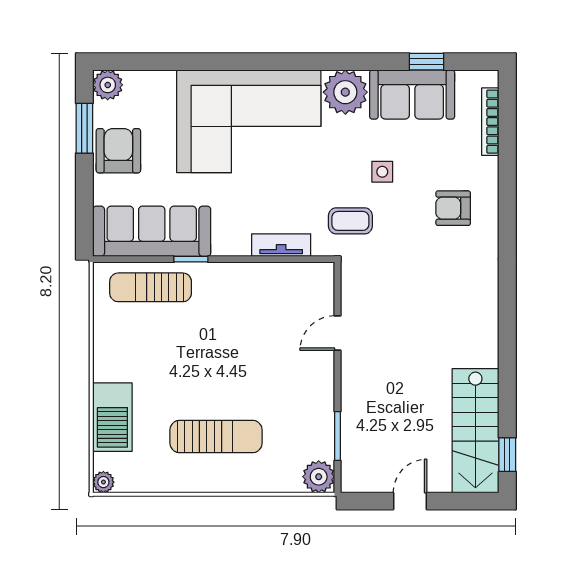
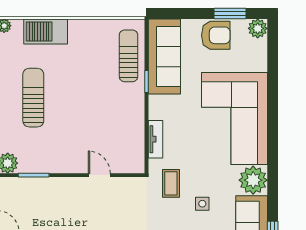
sun lounger: (216, 436) -> (33, 98), turned 180

